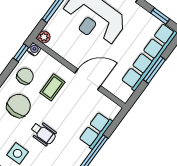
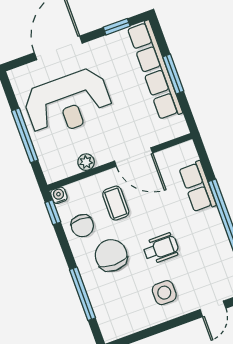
plant: (44, 37) -> (86, 162), moved
chair: (25, 76) -> (82, 226), turned 180
door: (88, 79) -> (134, 157), swing flipped

